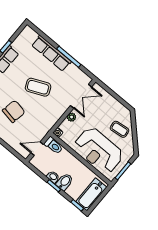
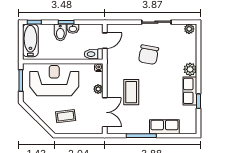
row of seats: (51, 53) -> (164, 127), width x0.68
coffee table: (38, 87) -> (131, 92), moved, turned -66
double door: (81, 96) -> (105, 112), swing flipped
coffee table: (120, 129) -> (66, 116), moved

